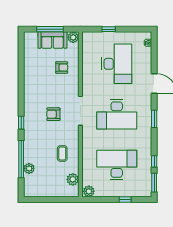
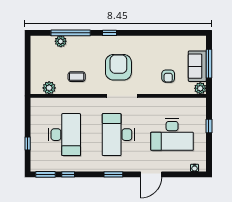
armchair: (53, 114) -> (118, 67), width x1.88, depth x1.88
plant: (89, 191) -> (36, 105), removed

